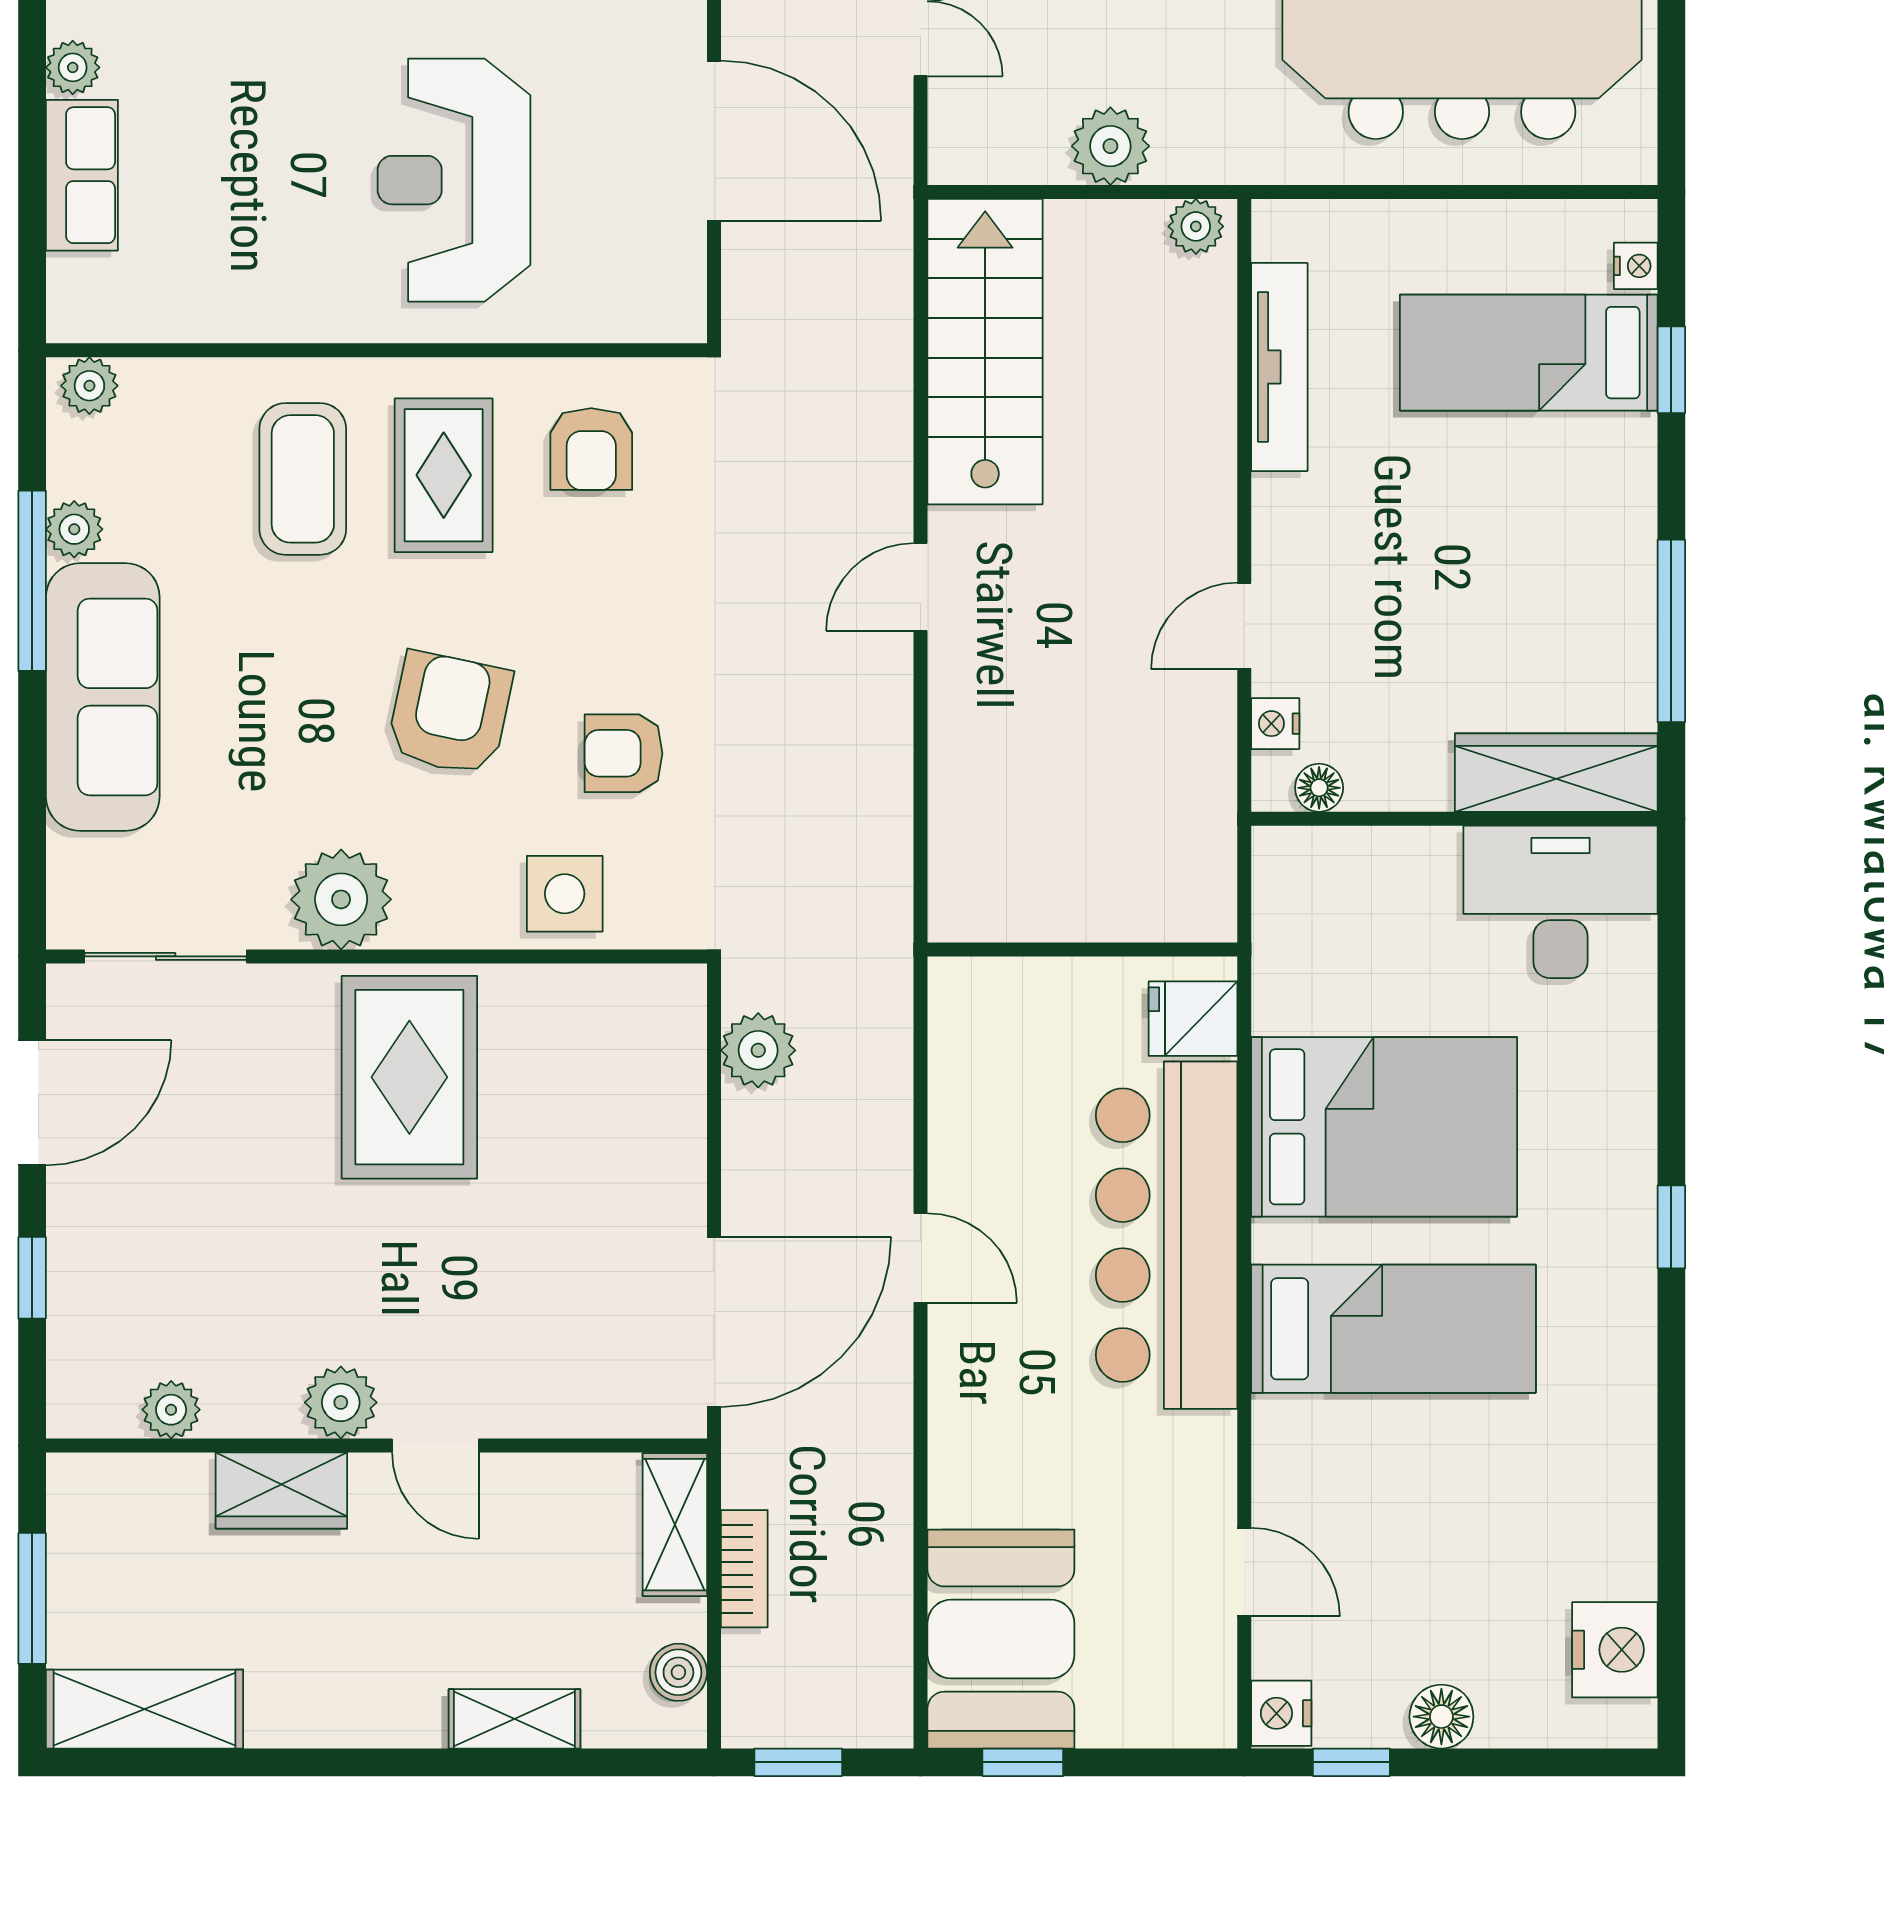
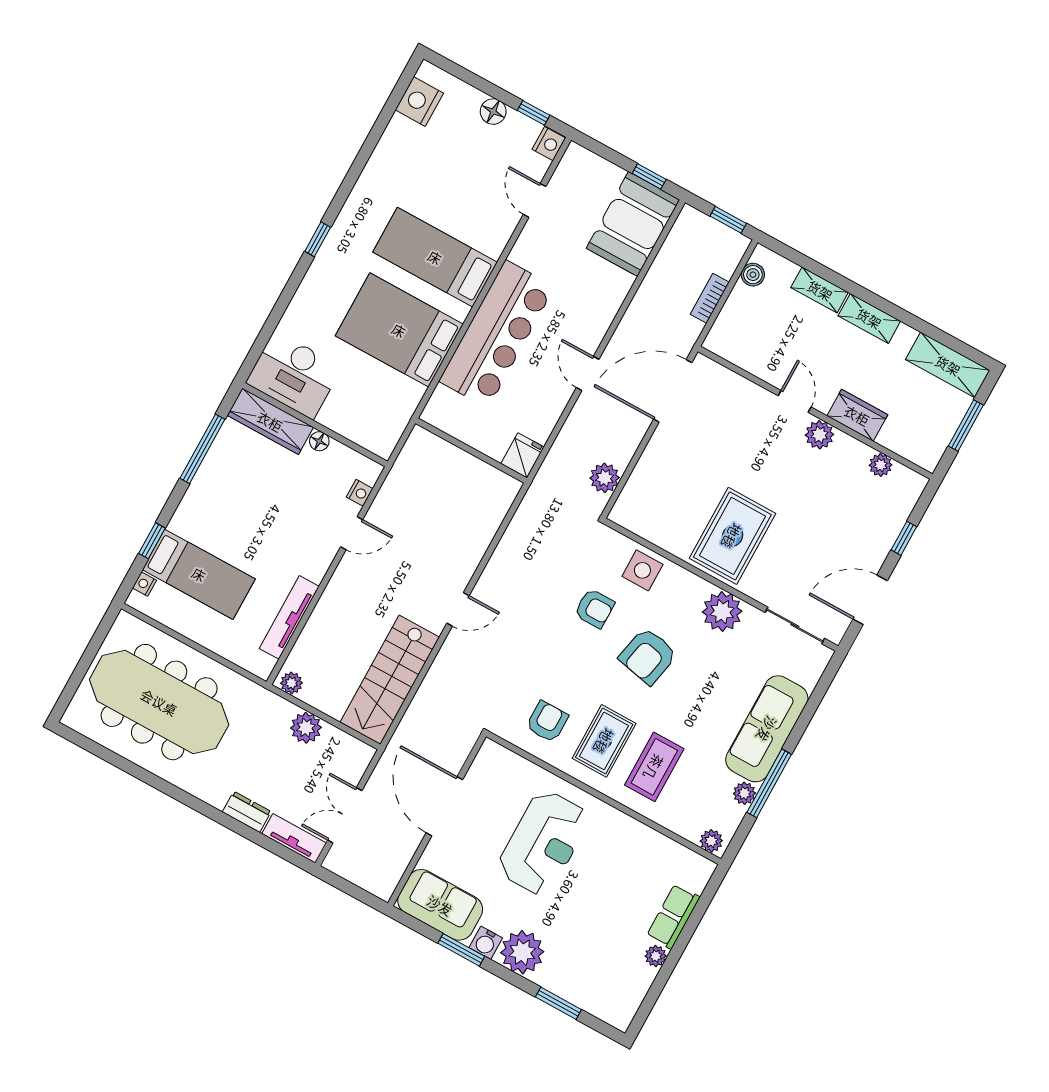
floor lamp: (1319, 788) -> (319, 441), moved
fridge: (1193, 1019) -> (522, 455), moved, turned -90
shelving: (675, 1525) -> (869, 318), moved, turned 90

